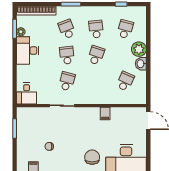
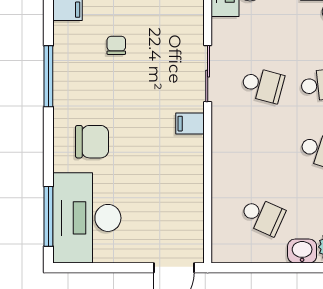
filing cabinet: (105, 114) -> (190, 124), moved

